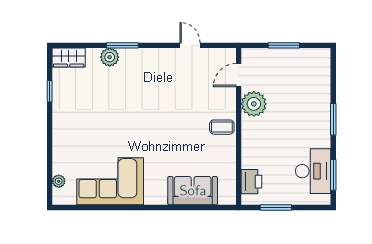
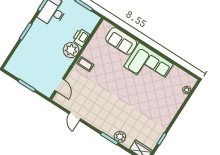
door: (239, 75) -> (60, 85), hinge flipped
plant: (254, 104) -> (71, 50), moved
corner sofa: (110, 181) -> (149, 65), moved
printer: (251, 182) -> (81, 37), moved

